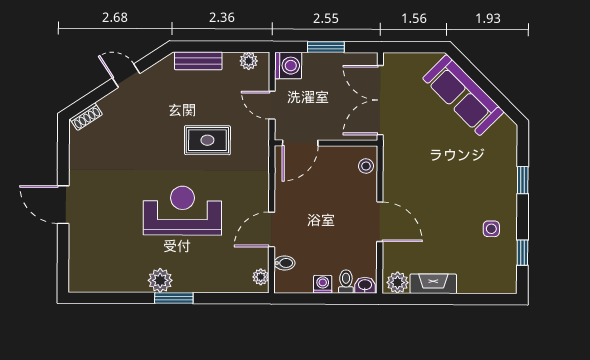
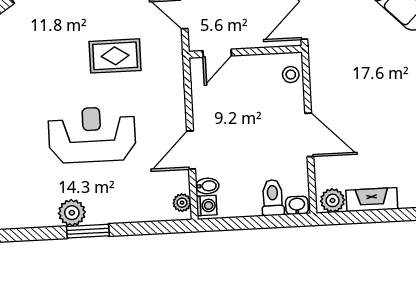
door: (300, 143) -> (217, 53), width x0.73
toilet: (346, 282) -> (273, 198), width x1.37, depth x1.39
washing machine: (323, 284) -> (207, 206), moved, turned 90

